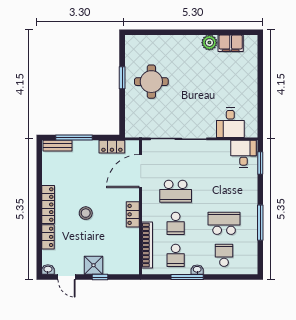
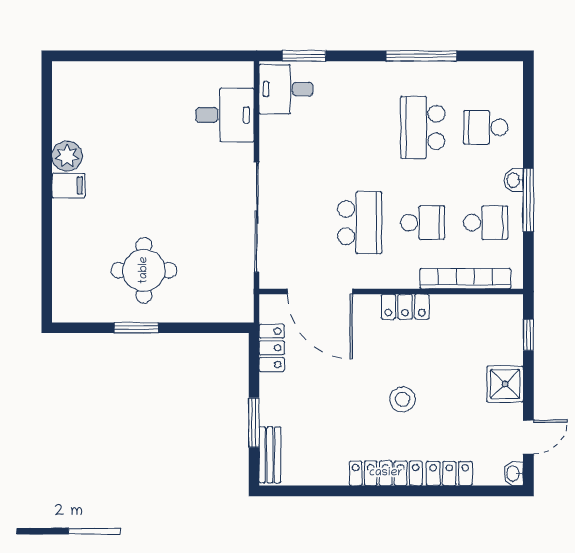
filing cabinet: (231, 43) -> (68, 186), moved, width x0.50
window: (74, 138) -> (254, 423), width x0.69
window: (100, 277) -> (528, 335), moved

